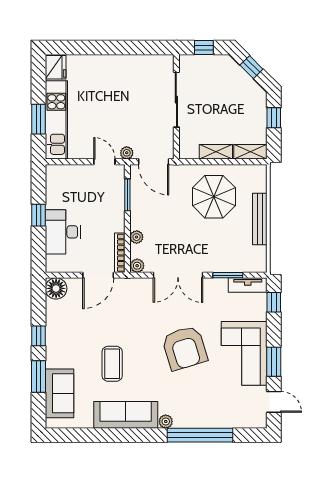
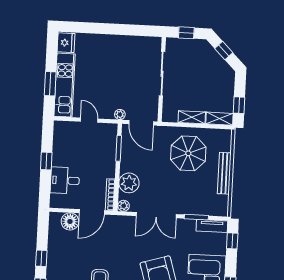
window: (274, 118) -> (239, 105), moved
door: (104, 162) -> (89, 120), moved
desk: (63, 232) -> (65, 180), width x0.73
plant: (137, 237) -> (129, 183), width x1.87, depth x1.87
floor lamp: (56, 288) -> (70, 221), moved

